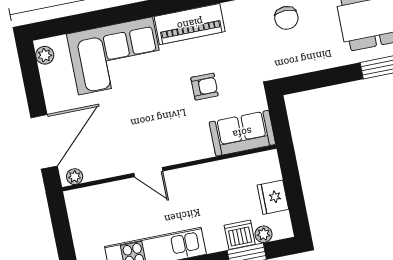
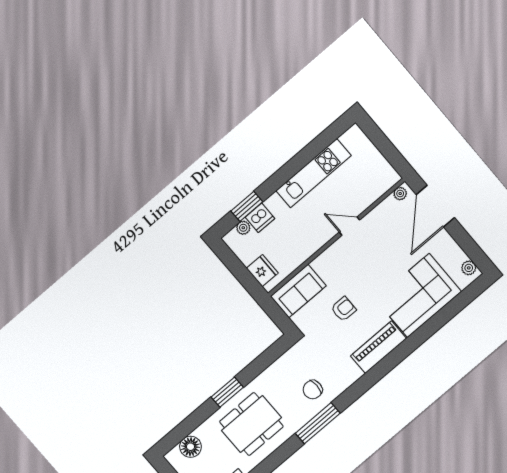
chair: (286, 18) -> (313, 390), turned -90
armchair: (205, 87) -> (343, 309), turned 180
fridge: (273, 197) -> (262, 271), moved

